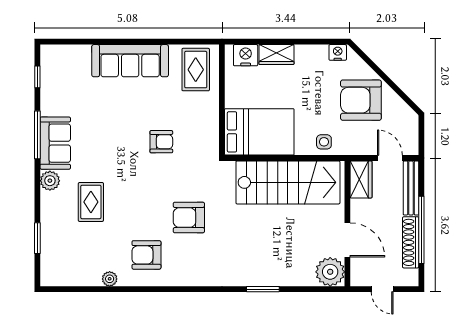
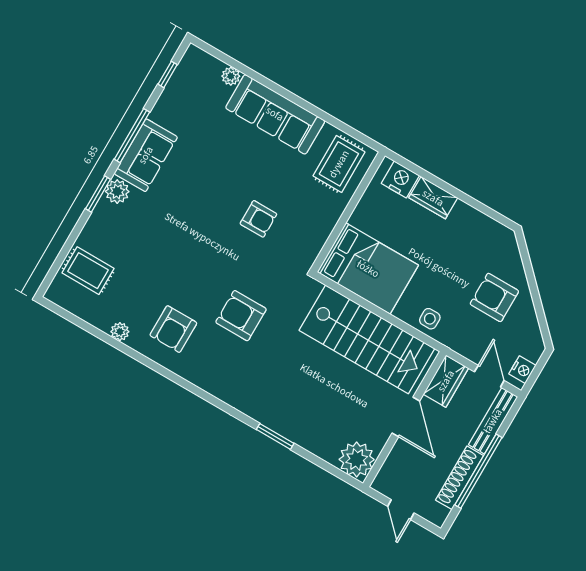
plant: (83, 52) -> (231, 76), added
nightstand: (338, 52) -> (522, 370), moved, turned 90
armchair: (361, 100) -> (494, 297), width x0.73, depth x0.73
rug: (91, 202) -> (88, 271), moved, turned 90
window: (37, 238) -> (98, 194), moved
door: (347, 240) -> (406, 417), moved
armchair: (146, 255) -> (173, 329), turned -90

